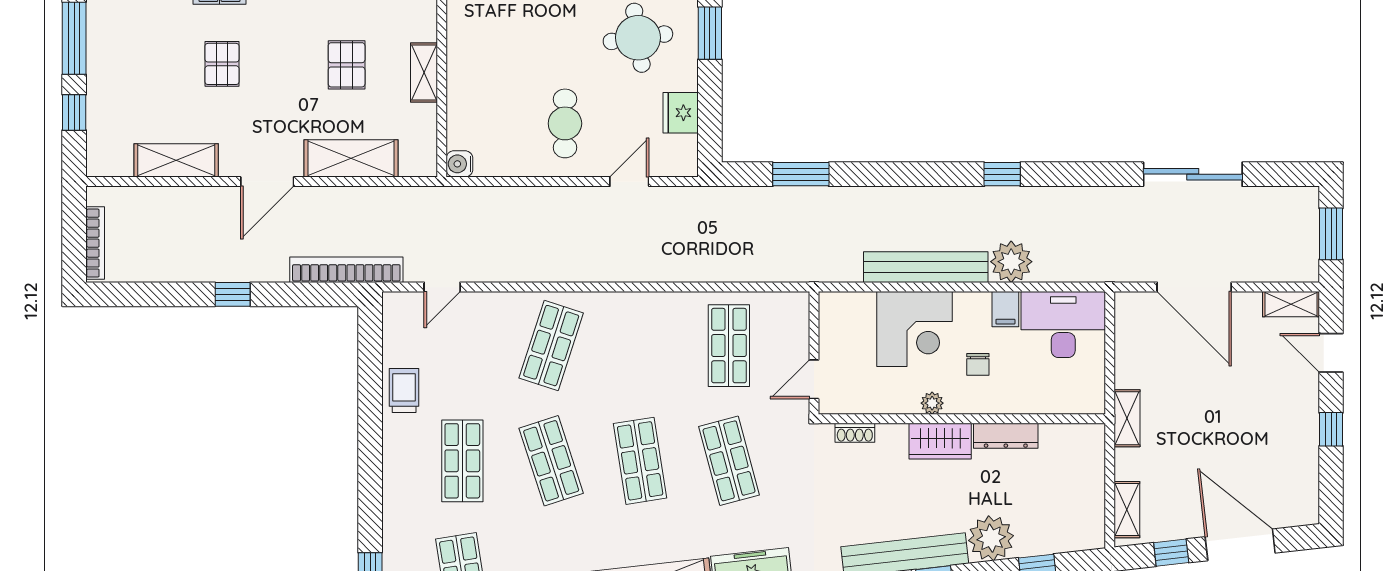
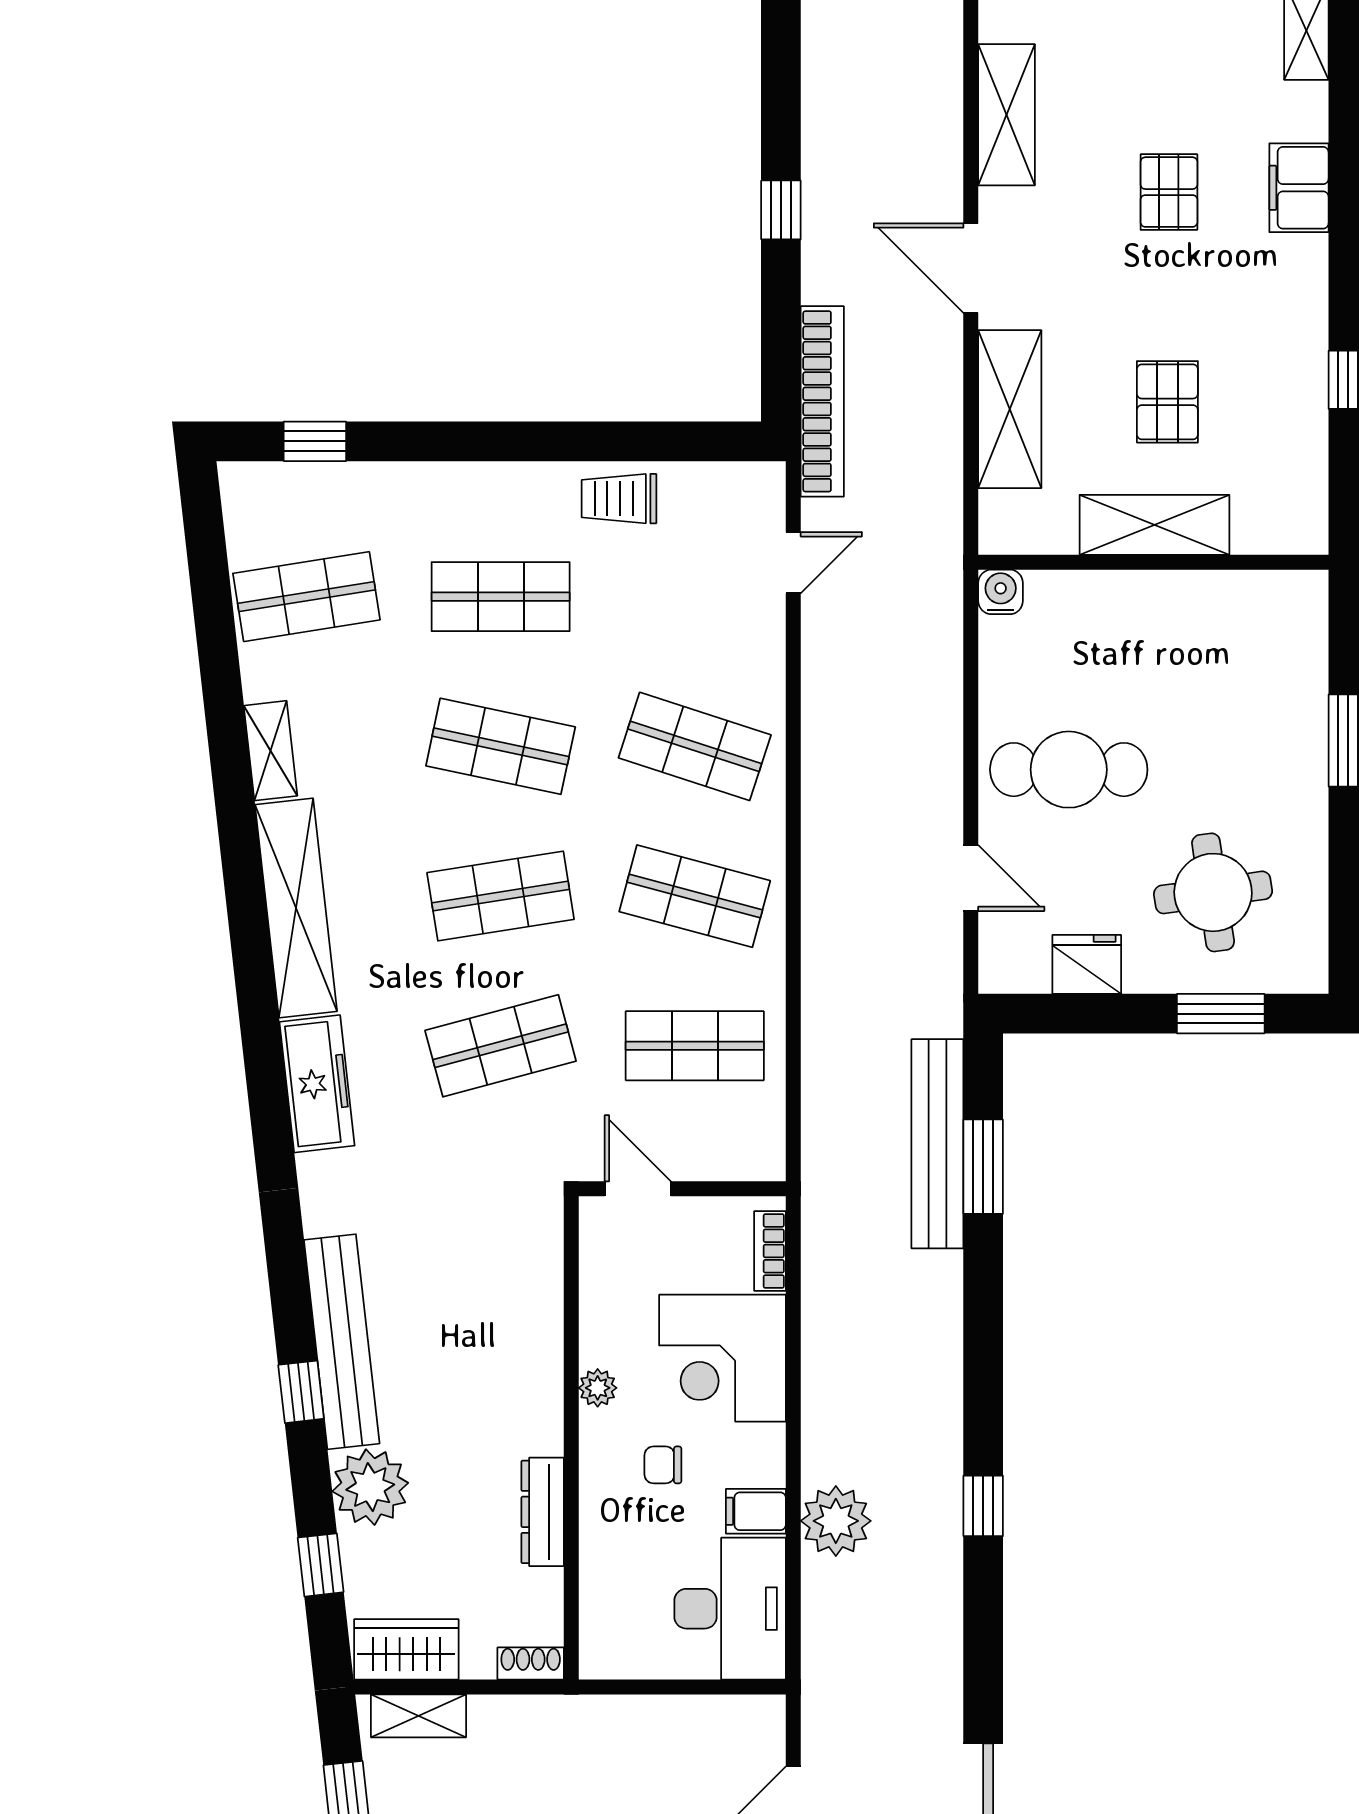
pallet: (222, 64) -> (1169, 192), turned 90
pallet: (347, 65) -> (1167, 402), turned 90
shelving: (424, 73) -> (1154, 525), width x1.50, depth x1.33
cafe table: (565, 123) -> (1069, 770), width x1.37, depth x1.35
bench: (926, 267) -> (937, 1144), moved
door: (442, 287) -> (793, 563), swing flipped
bookcase: (851, 301) -> (770, 1251), added
shop shelf: (640, 346) -> (695, 896), added
trolley: (404, 390) -> (619, 499), turned 180
shelving: (1127, 418) -> (572, 1716), removed
shoe rack: (855, 433) -> (531, 1664), moved, turned 90
wardrobe: (940, 441) -> (406, 1649), moved, turned 90
shop shelf: (551, 461) -> (501, 746), turned 30

